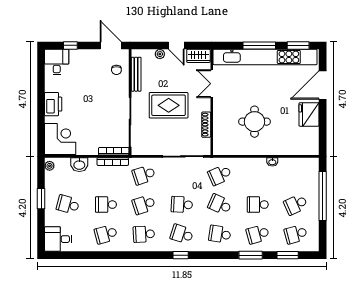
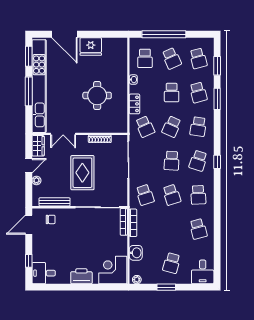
locker: (245, 163) -> (134, 104), added
school desk: (106, 205) -> (145, 58), moved

